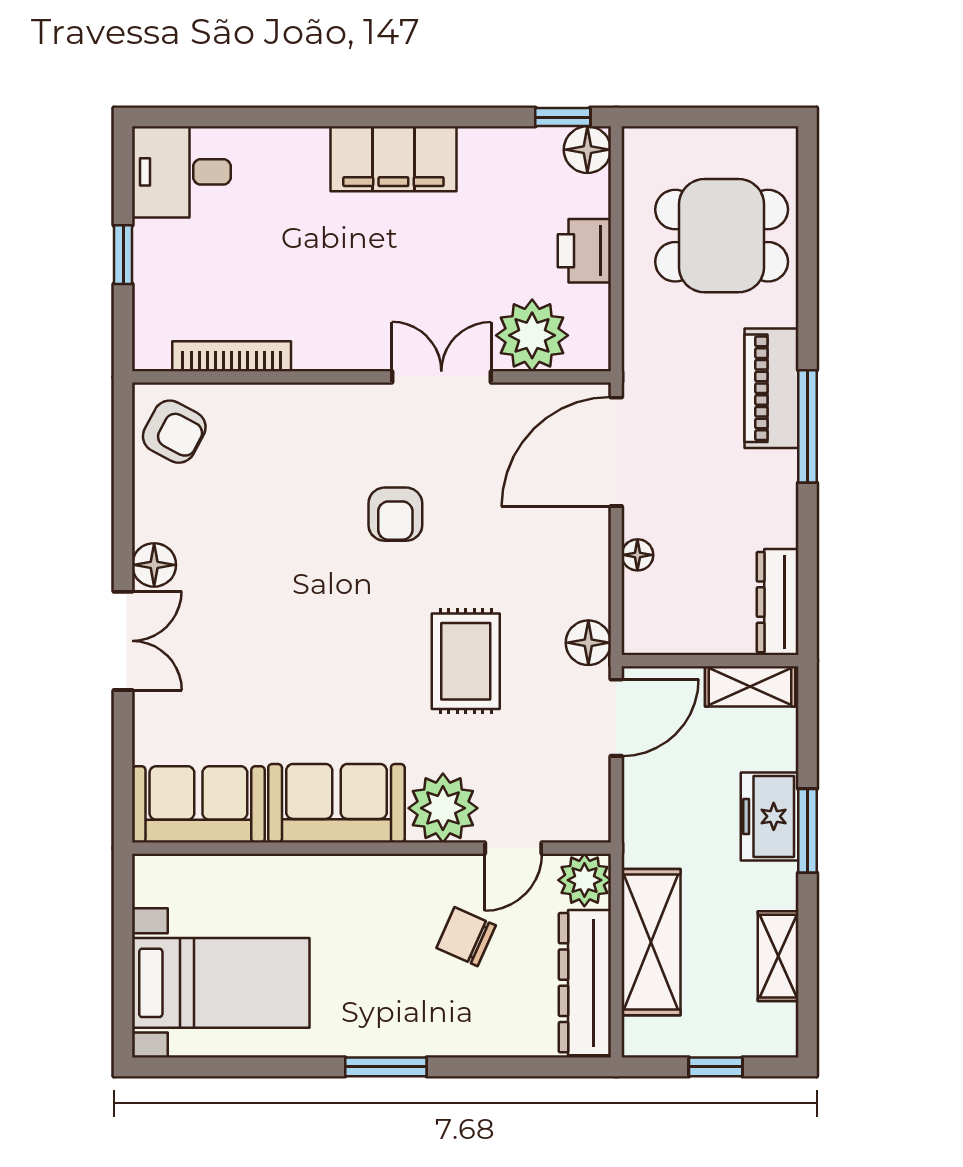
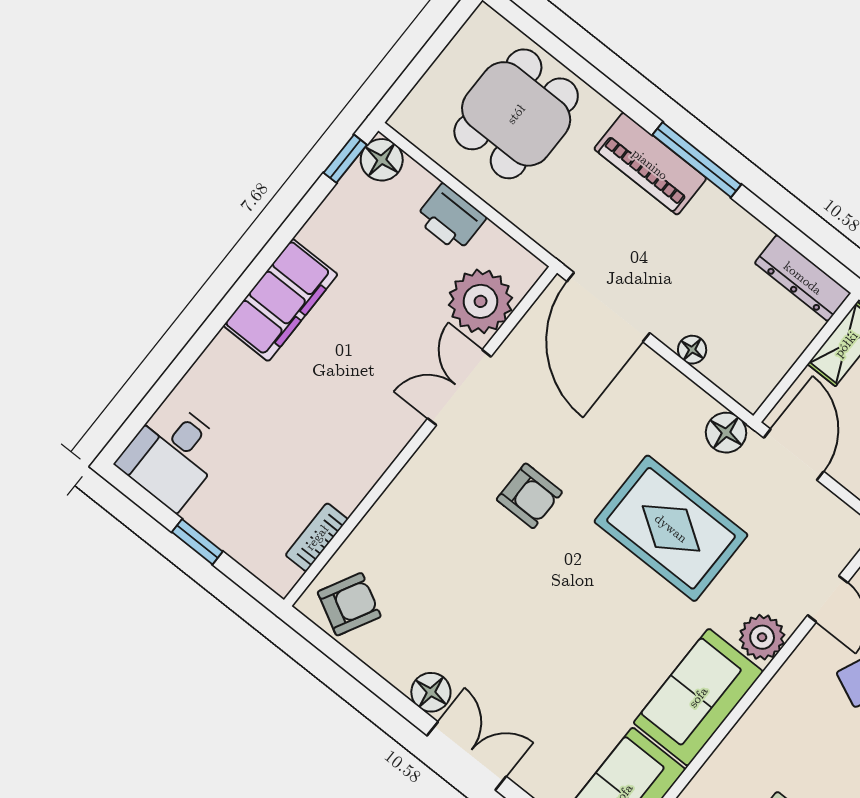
bookcase: (232, 356) -> (317, 537), width x0.64
rug: (466, 661) -> (671, 528), width x1.36, depth x1.43
plant: (443, 808) -> (762, 637), width x0.73, depth x0.73

